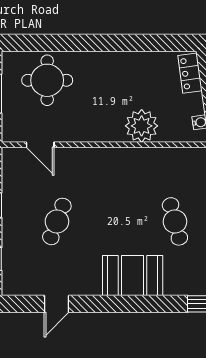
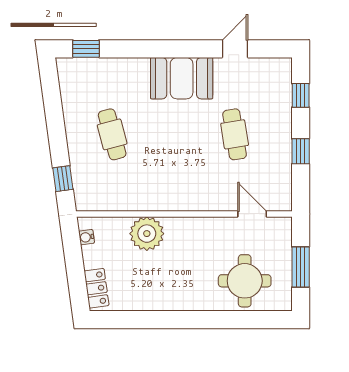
cafe table: (57, 221) -> (235, 134), turned -30
booth: (133, 276) -> (182, 78), moved

